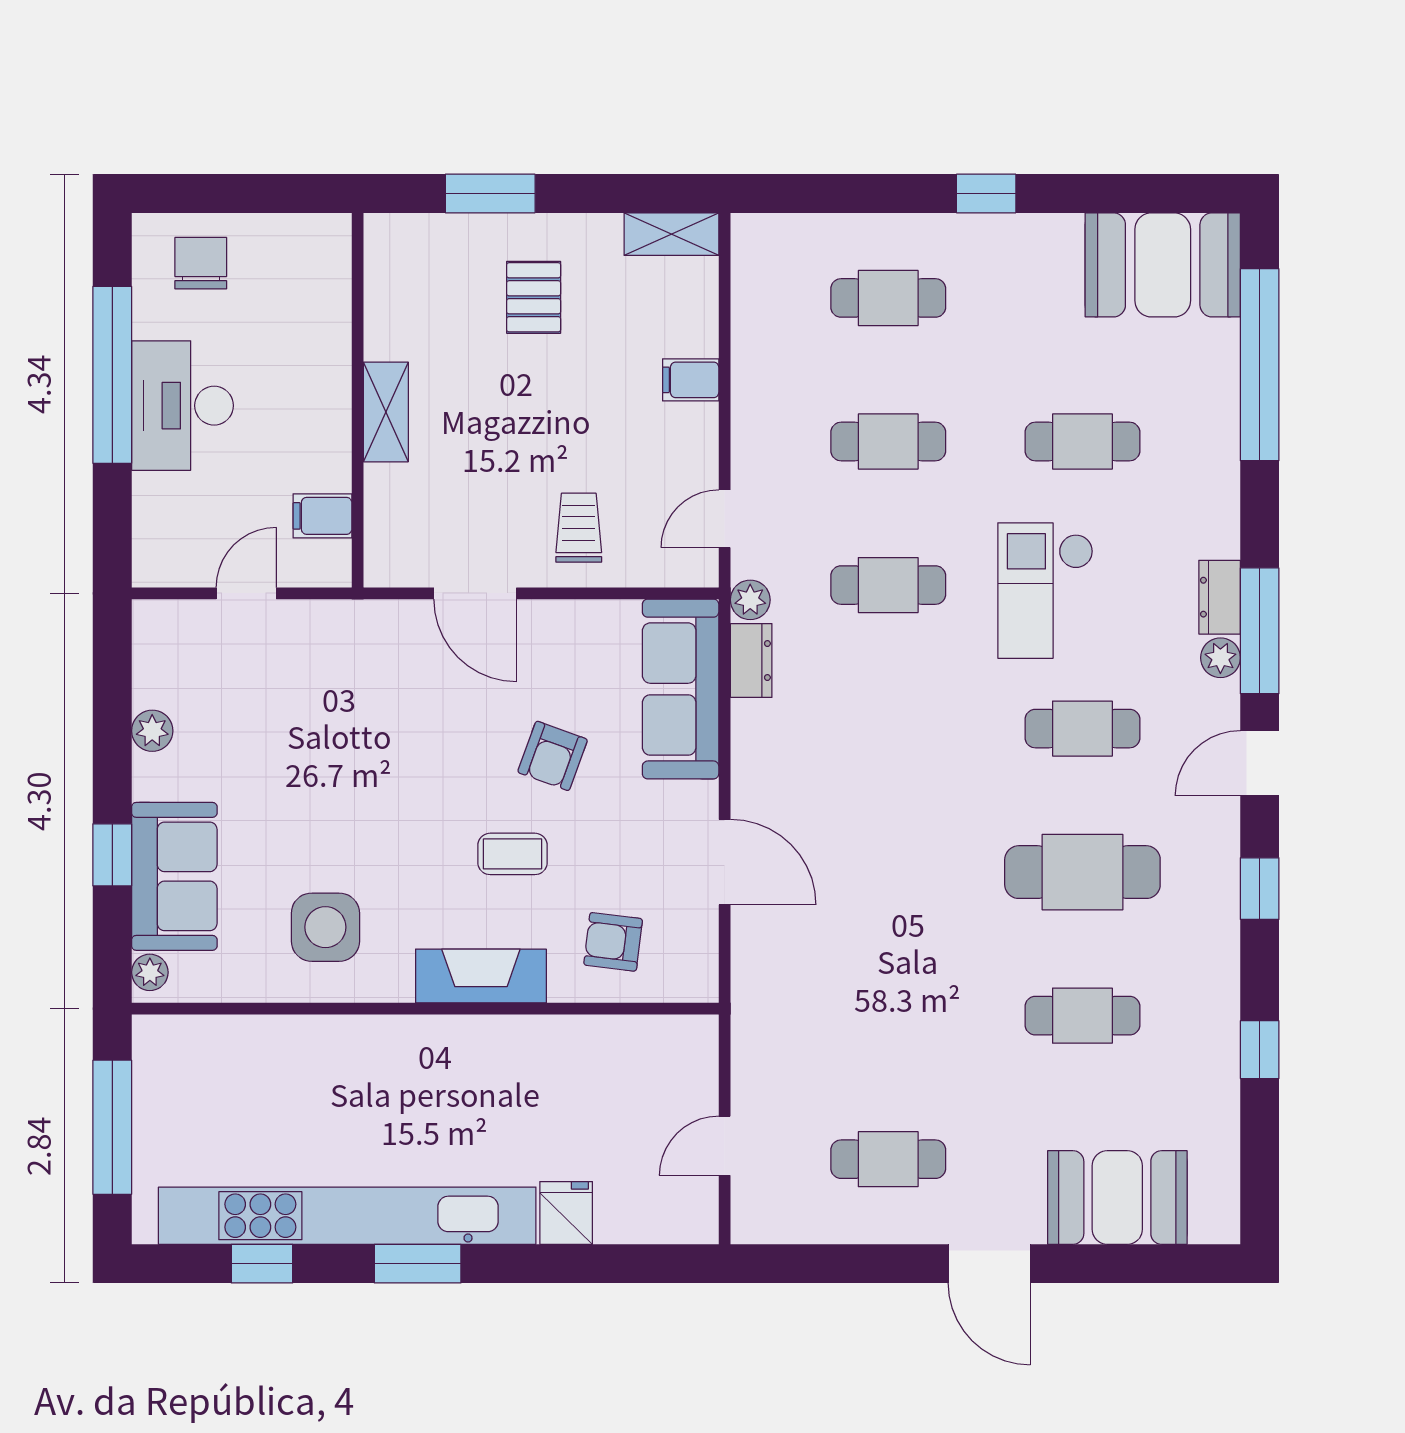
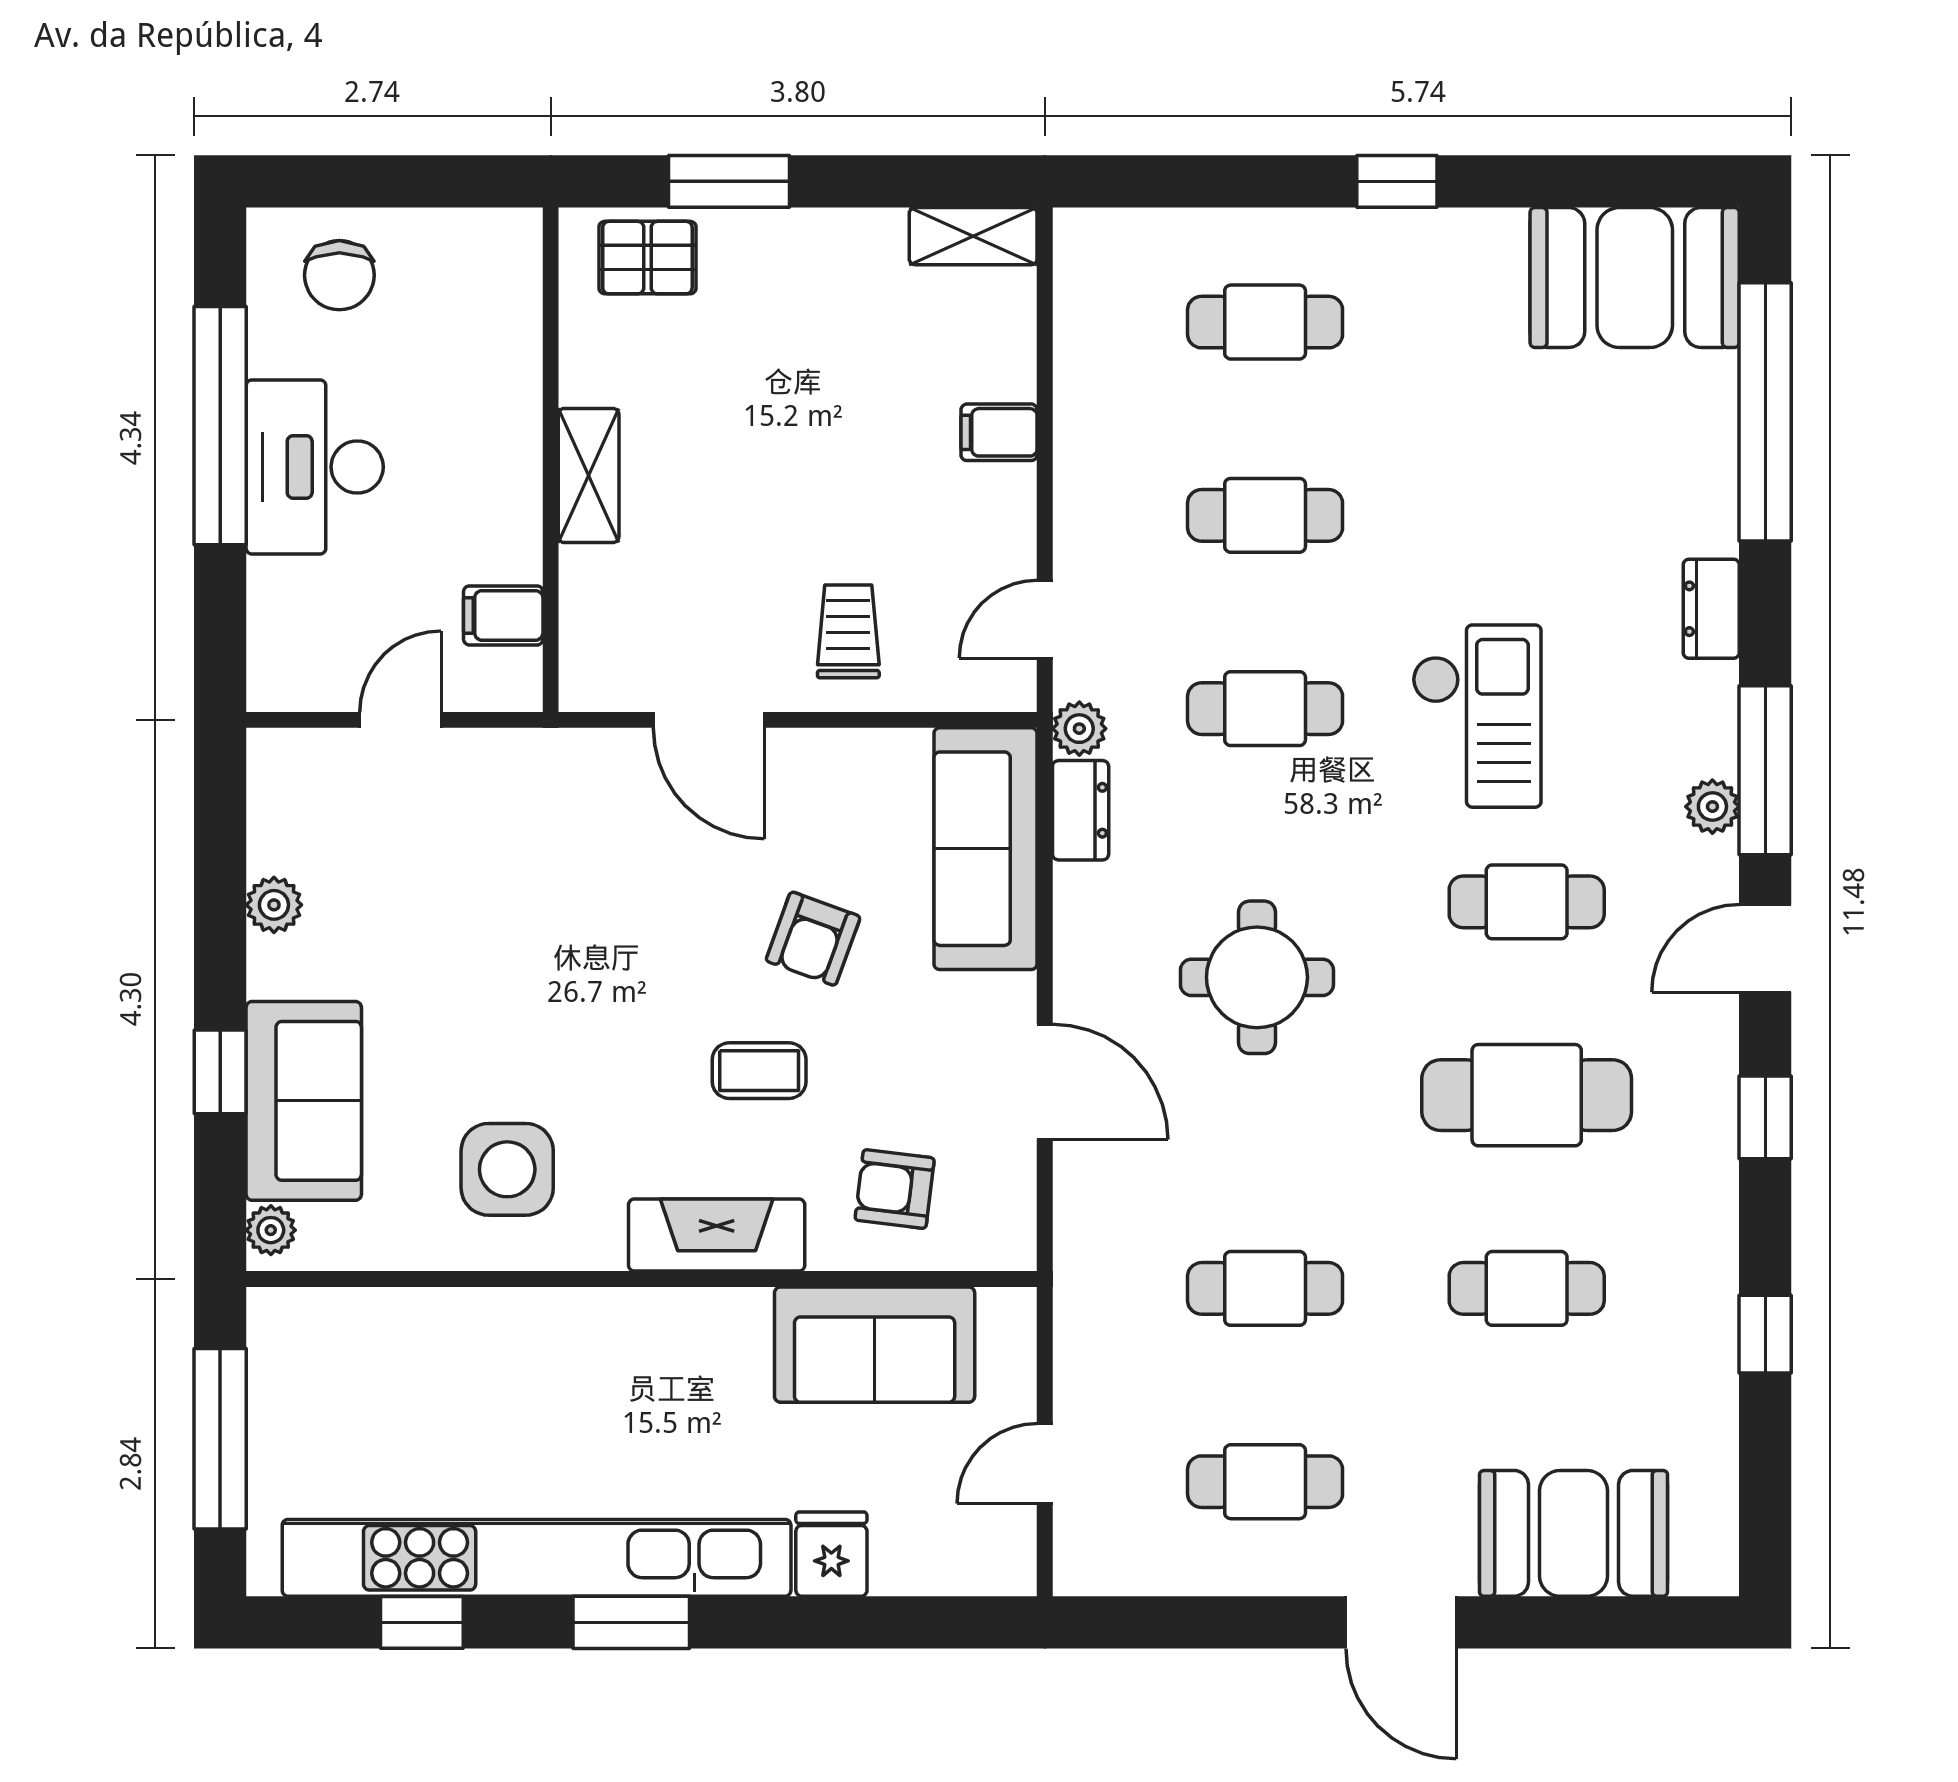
chair: (201, 263) -> (339, 275), turned 180
pallet: (534, 297) -> (647, 258), moved, turned 90
cafe table: (1082, 442) -> (1265, 1288), moved
checkout: (1045, 591) -> (1477, 716), turned 180
dresser: (1220, 597) -> (1711, 609), moved
round table: (882, 785) -> (1257, 977), added
sofa: (598, 1057) -> (875, 1345), added

